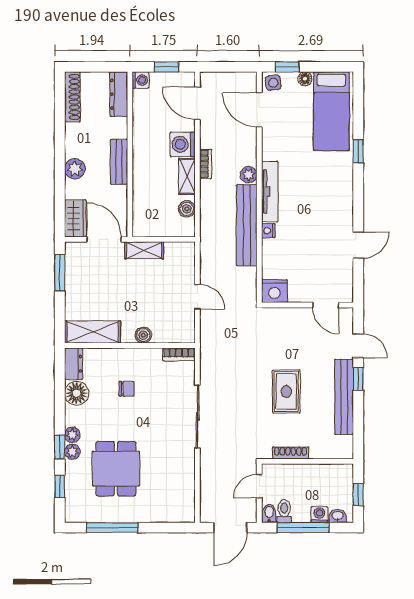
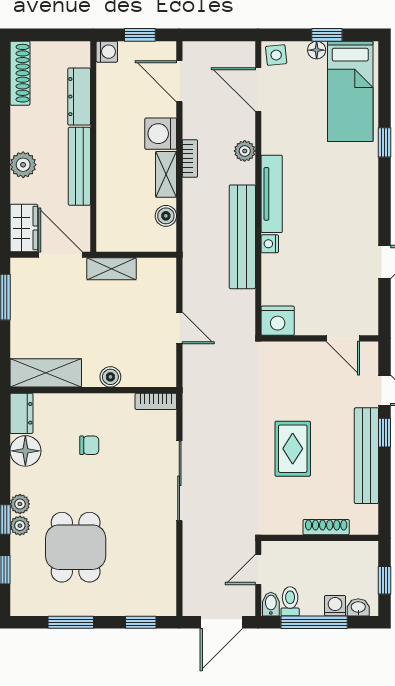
window: (287, 67) -> (327, 35), moved
dresser: (119, 94) -> (79, 97), moved
bench: (119, 162) -> (79, 166), width x1.36
plant: (249, 175) -> (245, 151), moved
shoe rack: (291, 453) -> (326, 527), moved
window: (112, 528) -> (71, 622), width x0.69
window: (167, 528) -> (141, 622), added

